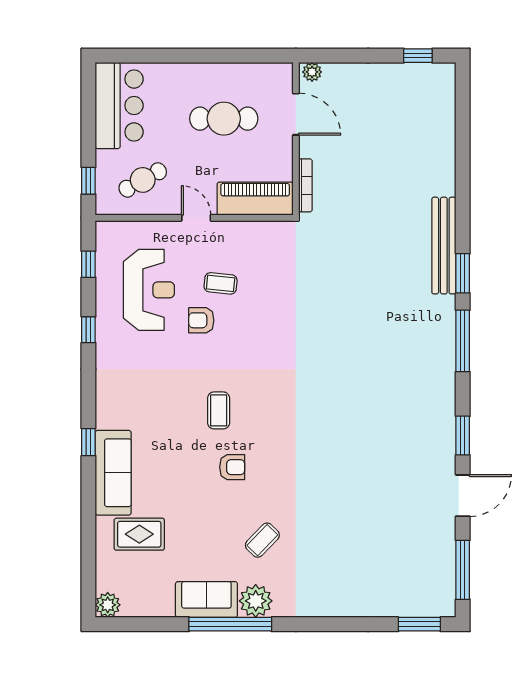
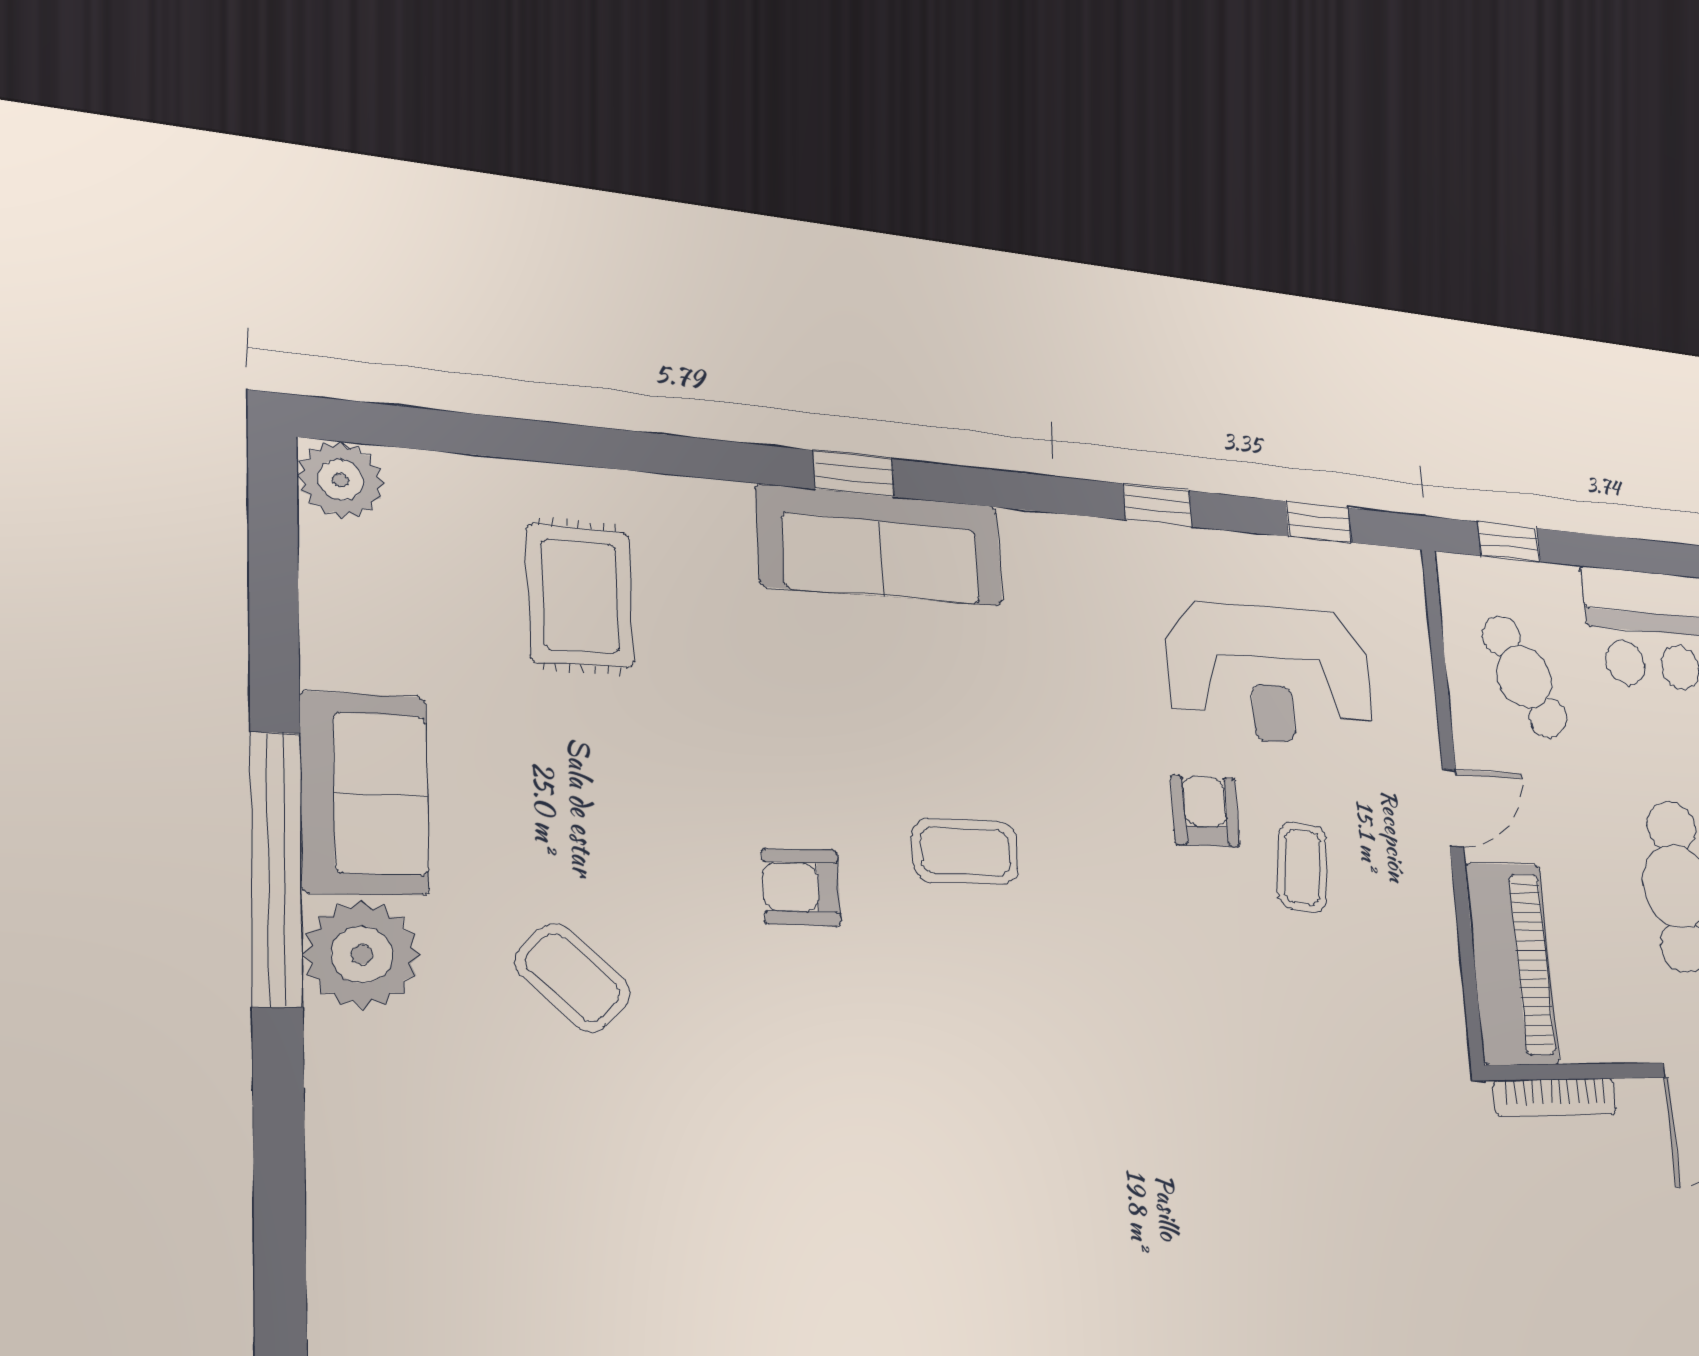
armchair: (232, 467) -> (801, 887), turned 90
sofa: (113, 473) -> (881, 546), moved

